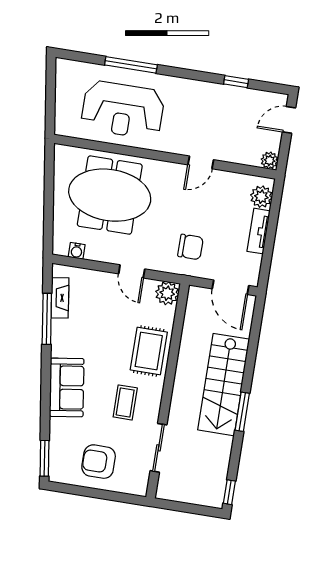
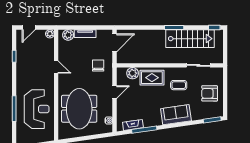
door: (289, 120) -> (29, 27), hinge flipped
plant: (167, 293) -> (133, 73), moved
stairs: (224, 385) -> (190, 39), moved
armchair: (99, 462) -> (210, 93), turned 90

